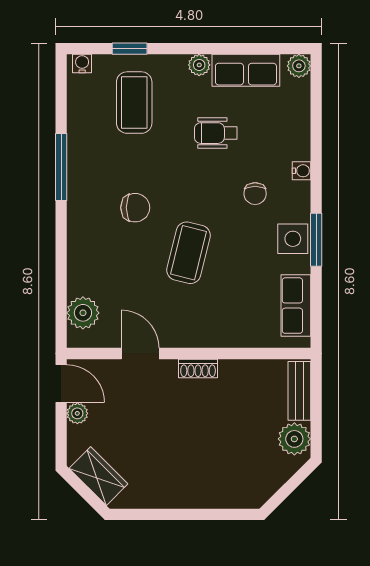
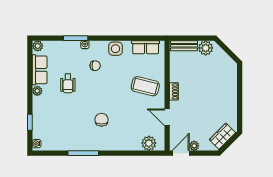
coffee table: (134, 103) -> (54, 120), removed
window: (316, 240) -> (76, 38), moved
coffee table: (189, 253) -> (145, 86), moved
door: (140, 354) -> (167, 117), hinge flipped

